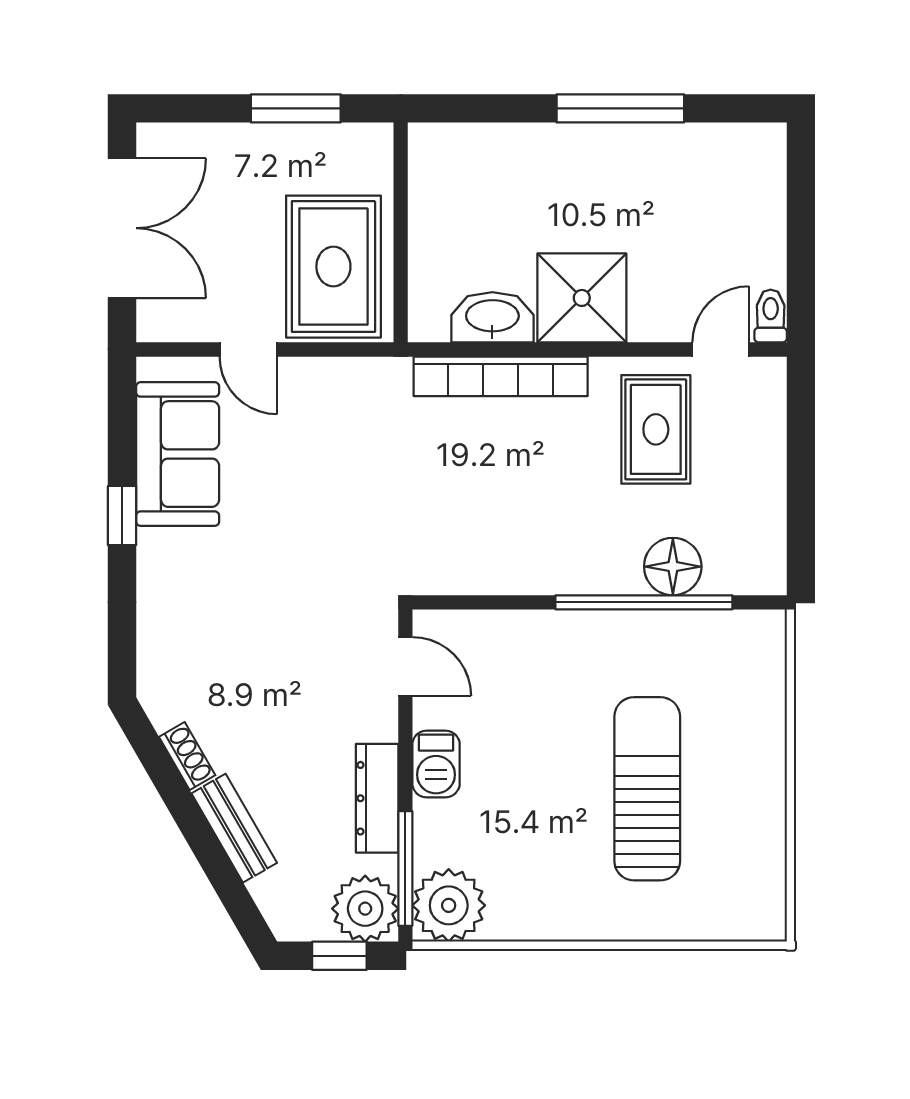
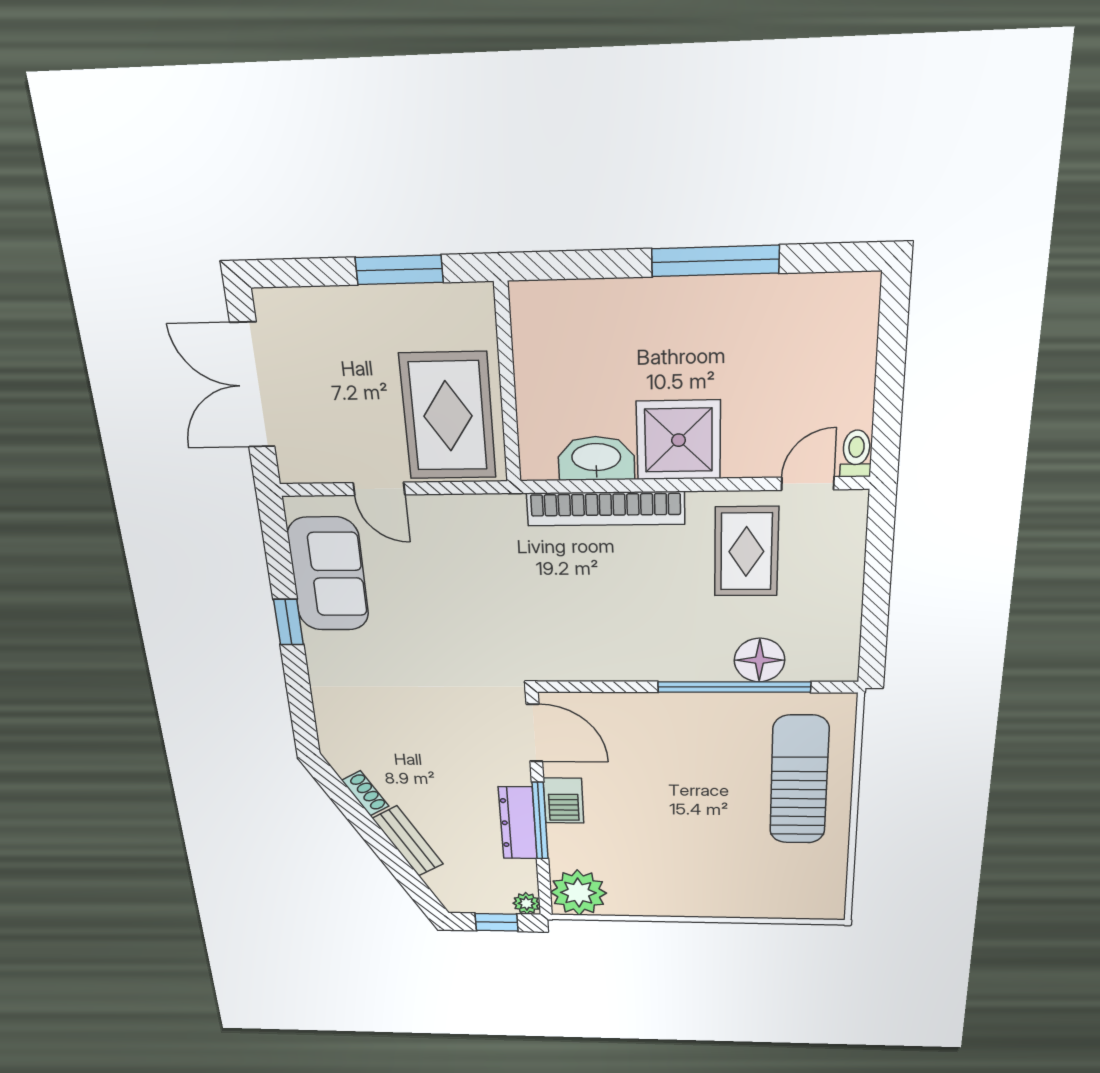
double door: (122, 228) -> (253, 386), swing flipped
door: (405, 667) -> (534, 733), width x1.38
sun lounger: (647, 789) -> (799, 780), moved
window: (405, 868) -> (540, 821), moved
plant: (365, 909) -> (526, 903), width x0.53, depth x0.53

